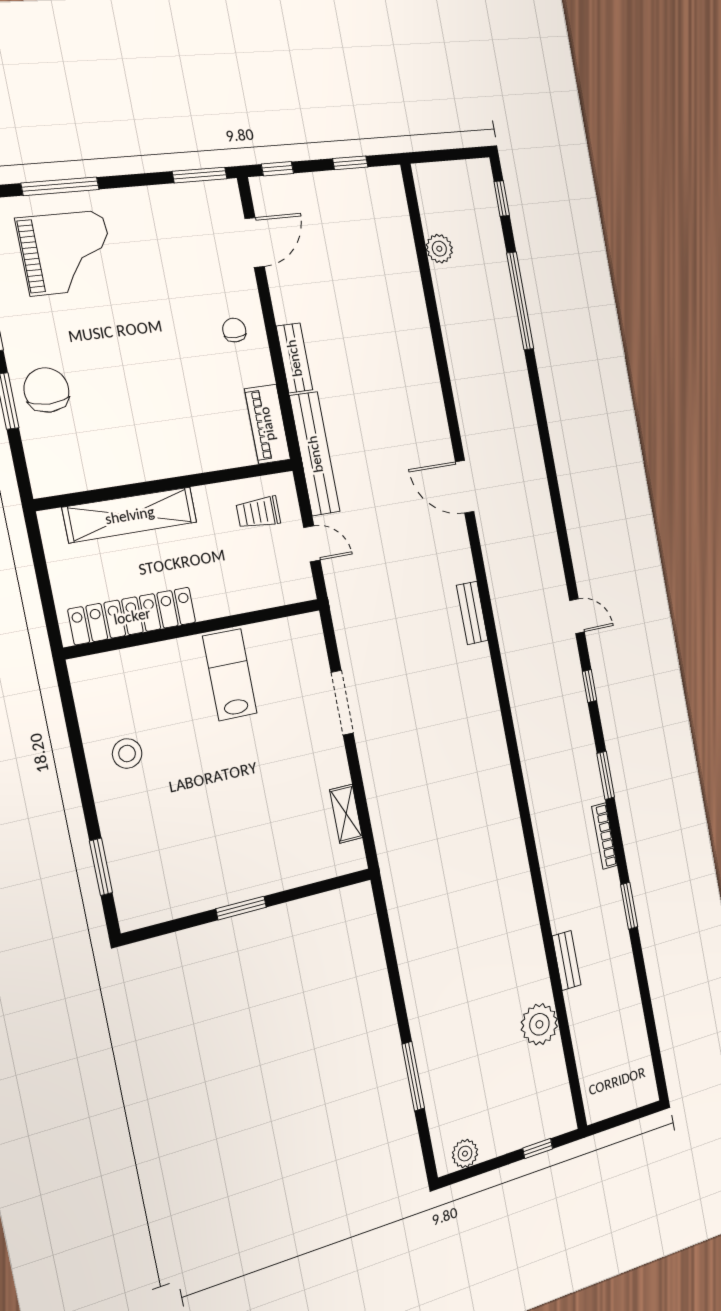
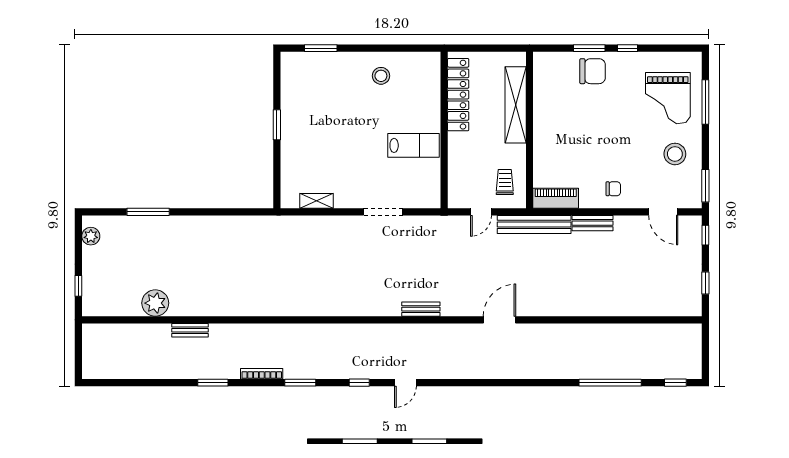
stool: (158, 232) -> (675, 154), added
plant: (439, 249) -> (648, 332), removed

